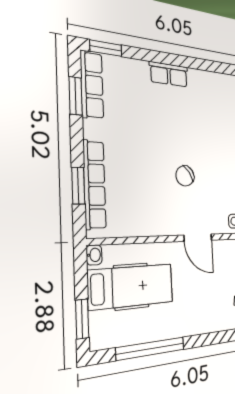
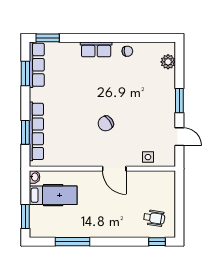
chair: (205, 82) -> (127, 51), added
hospital bed: (131, 286) -> (53, 195), width x0.73, depth x0.77
window: (151, 349) -> (73, 242), width x0.68

